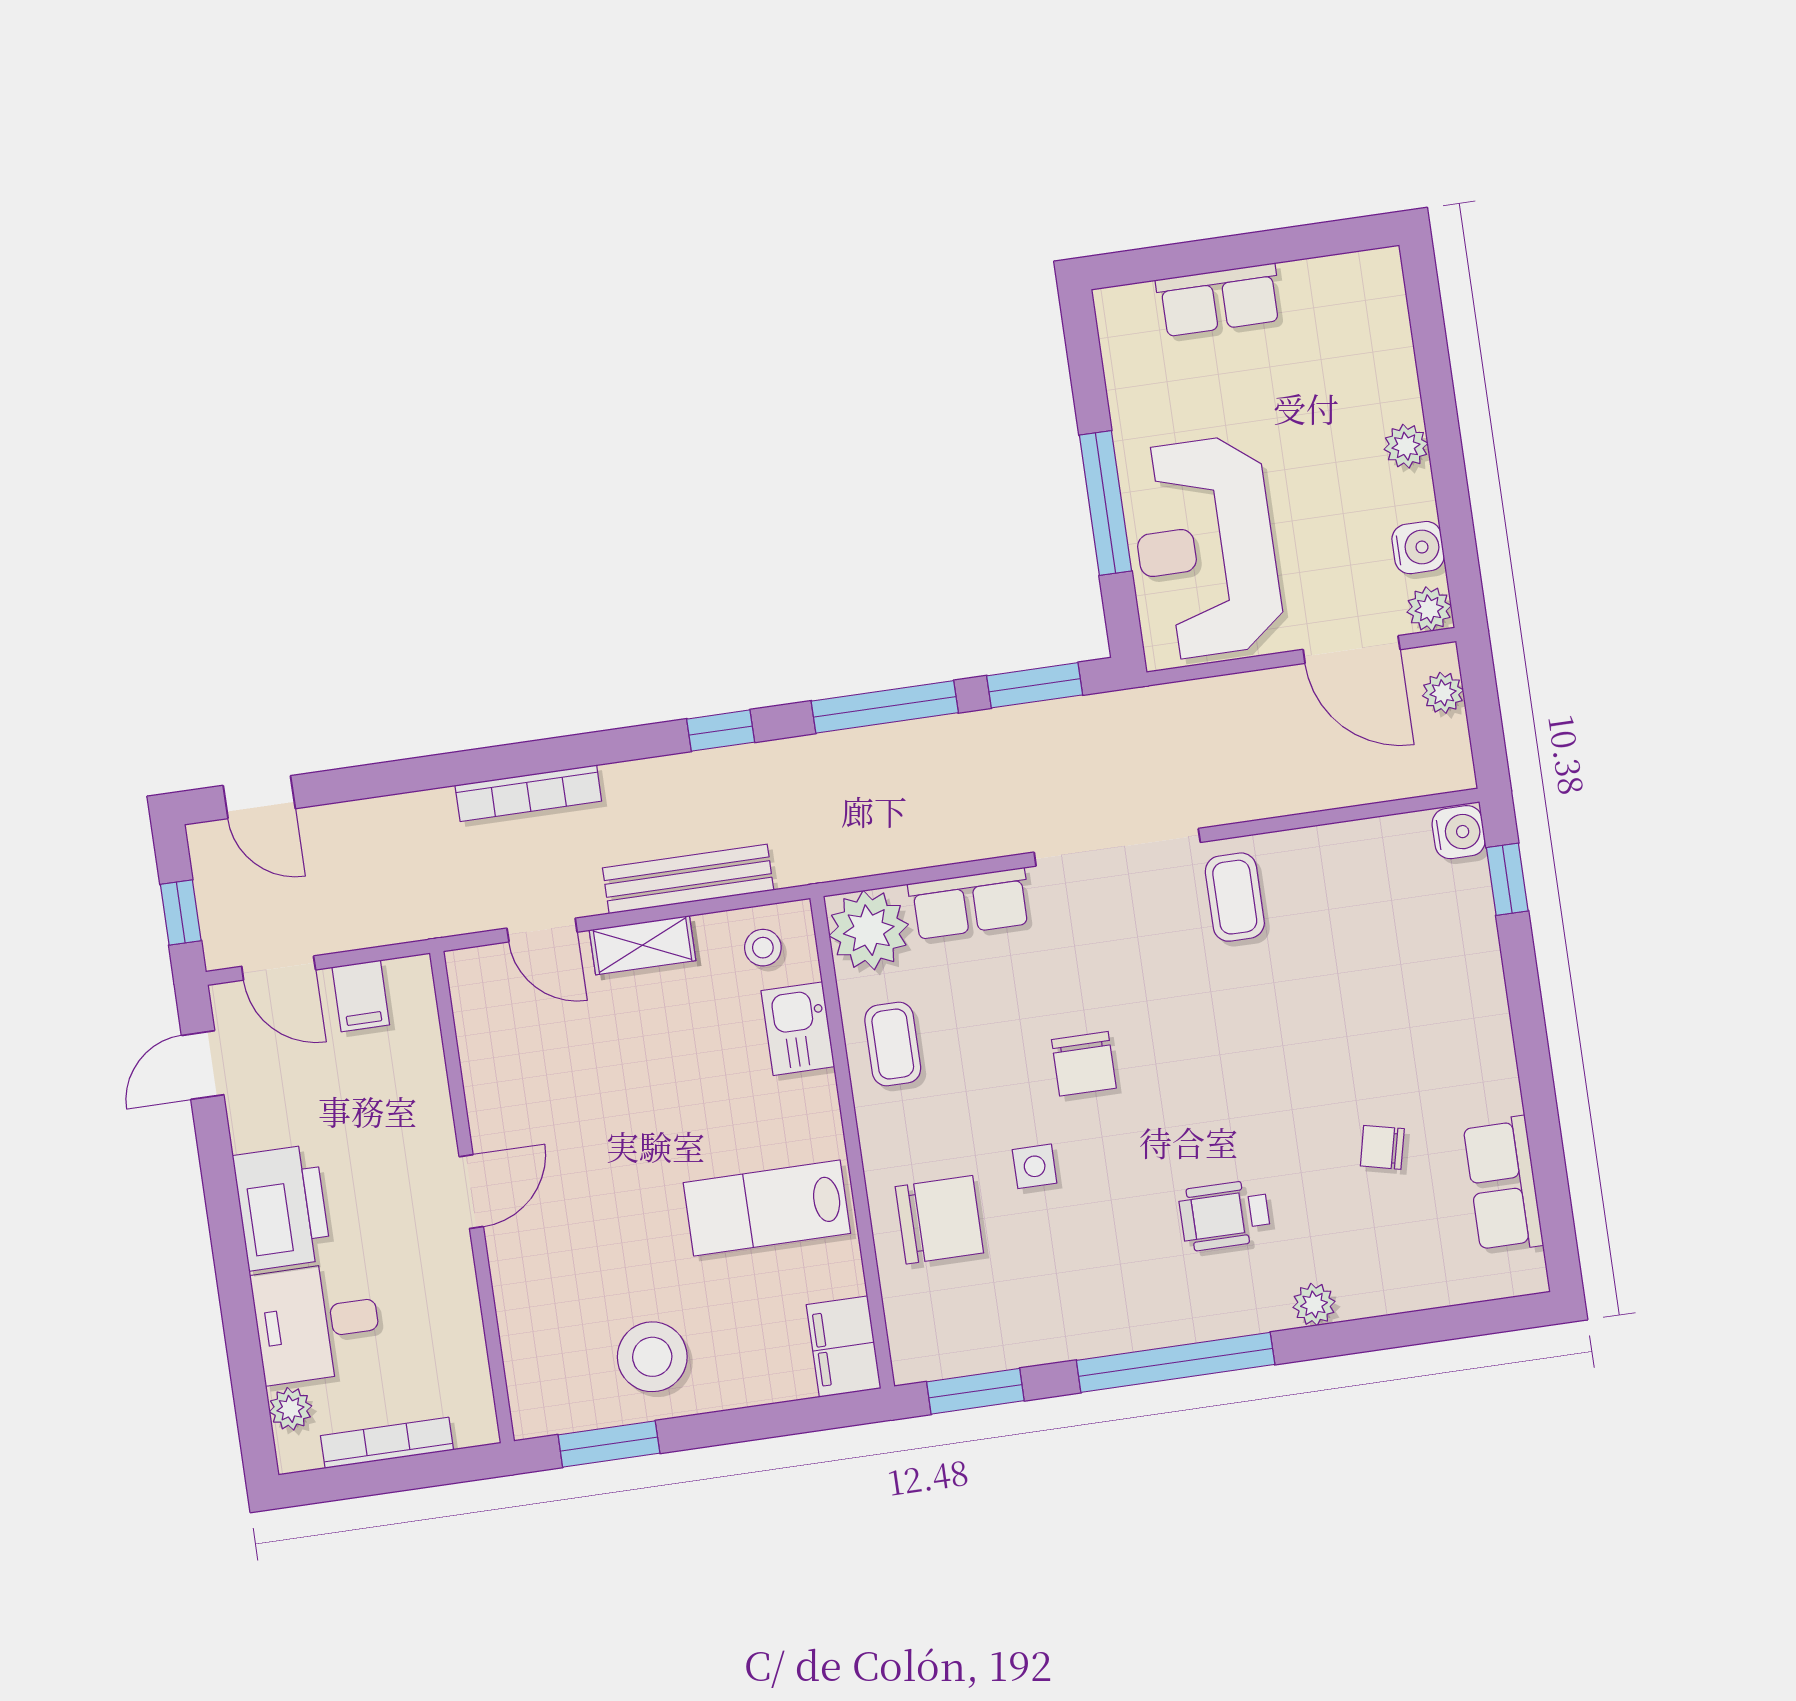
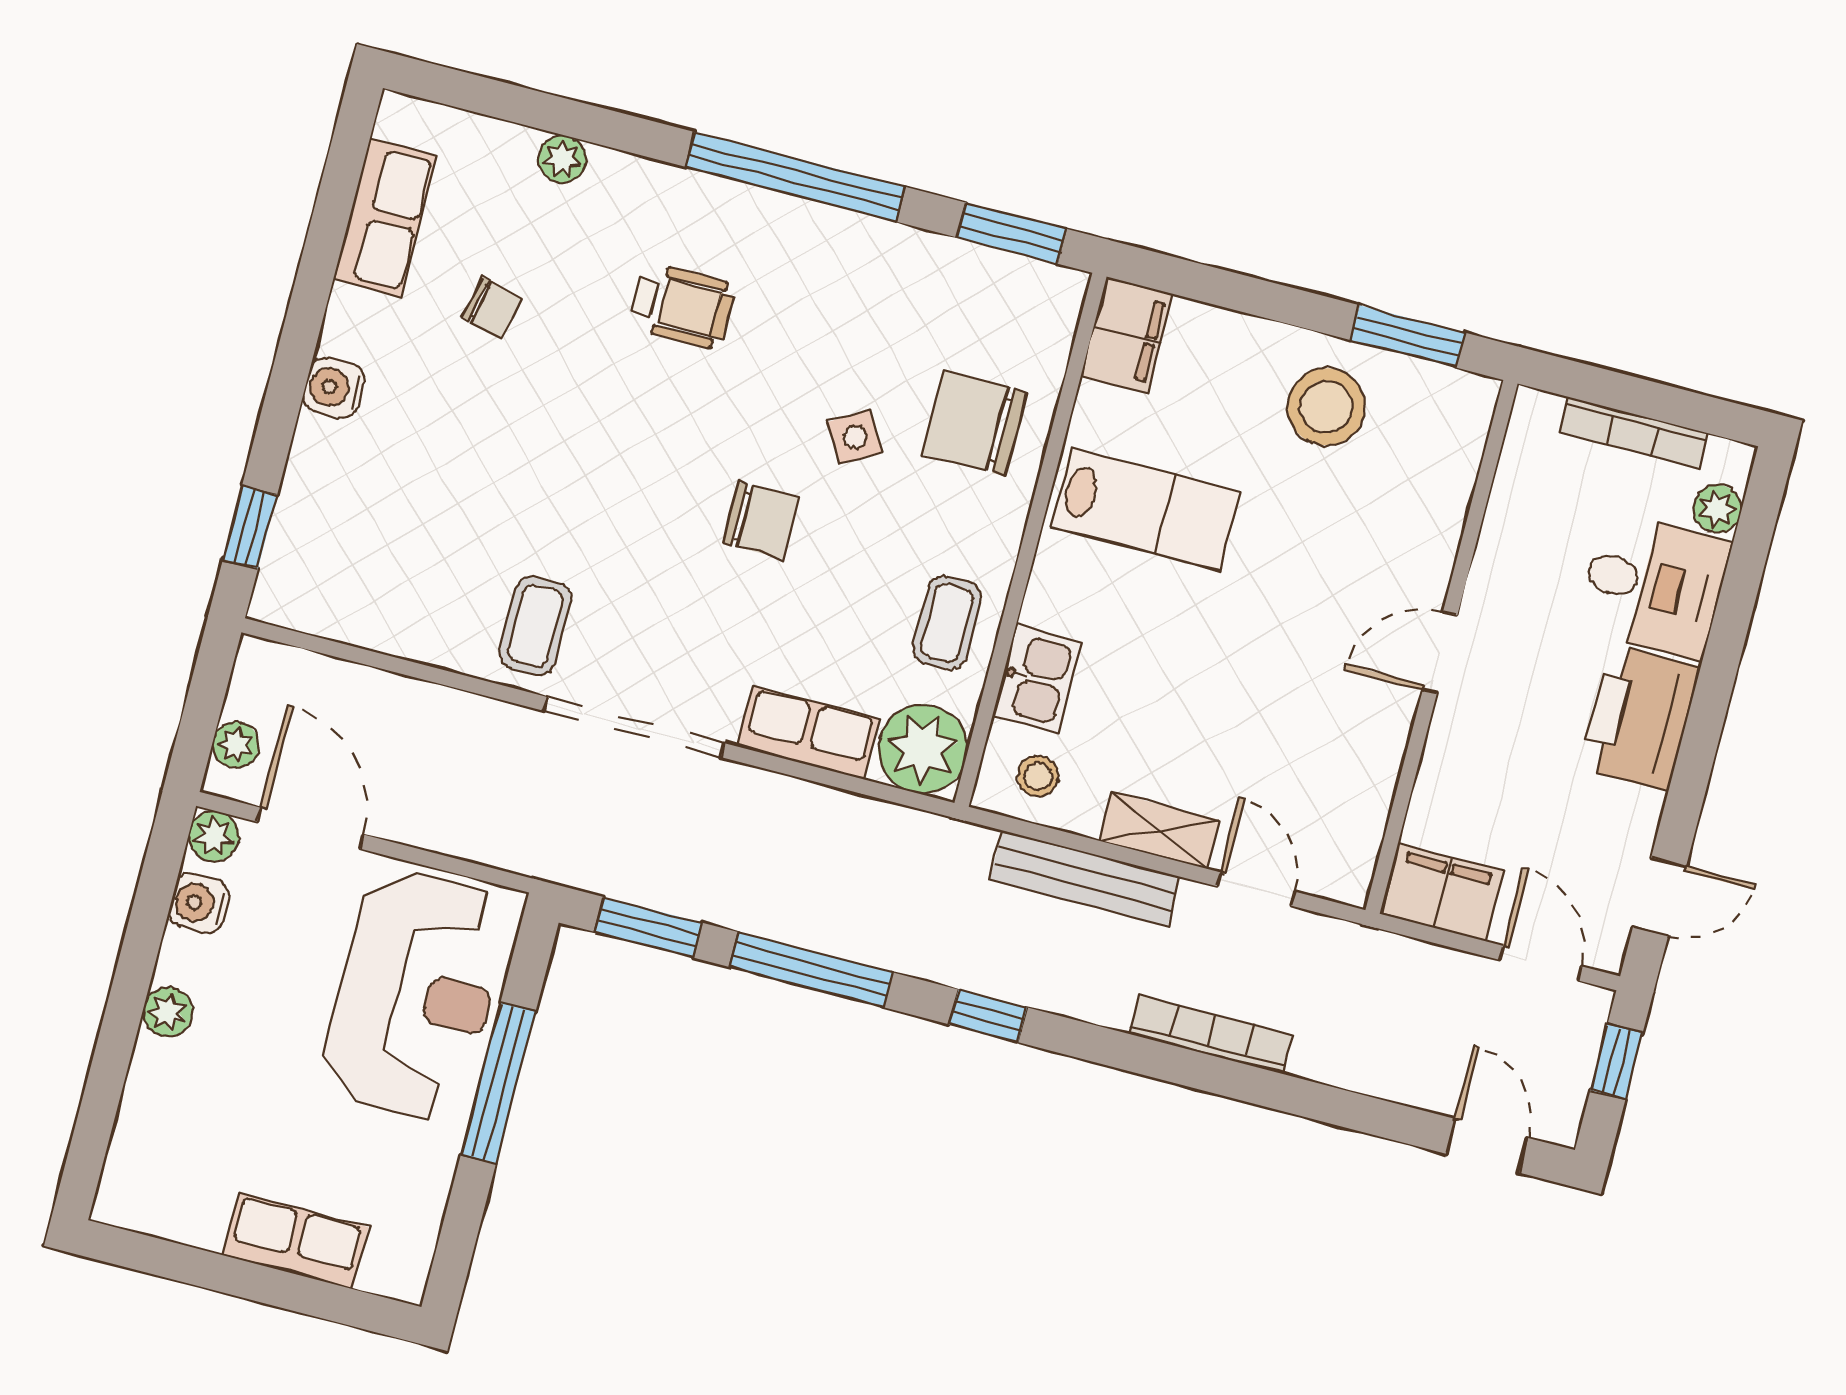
water cooler: (1459, 832) -> (334, 388), moved
filing cabinet: (361, 996) -> (1442, 893), width x2.00
chair: (1084, 1064) -> (761, 520), turned 90
side table: (1035, 1166) -> (855, 437), turned -30
plant: (1314, 1304) -> (562, 159), moved

